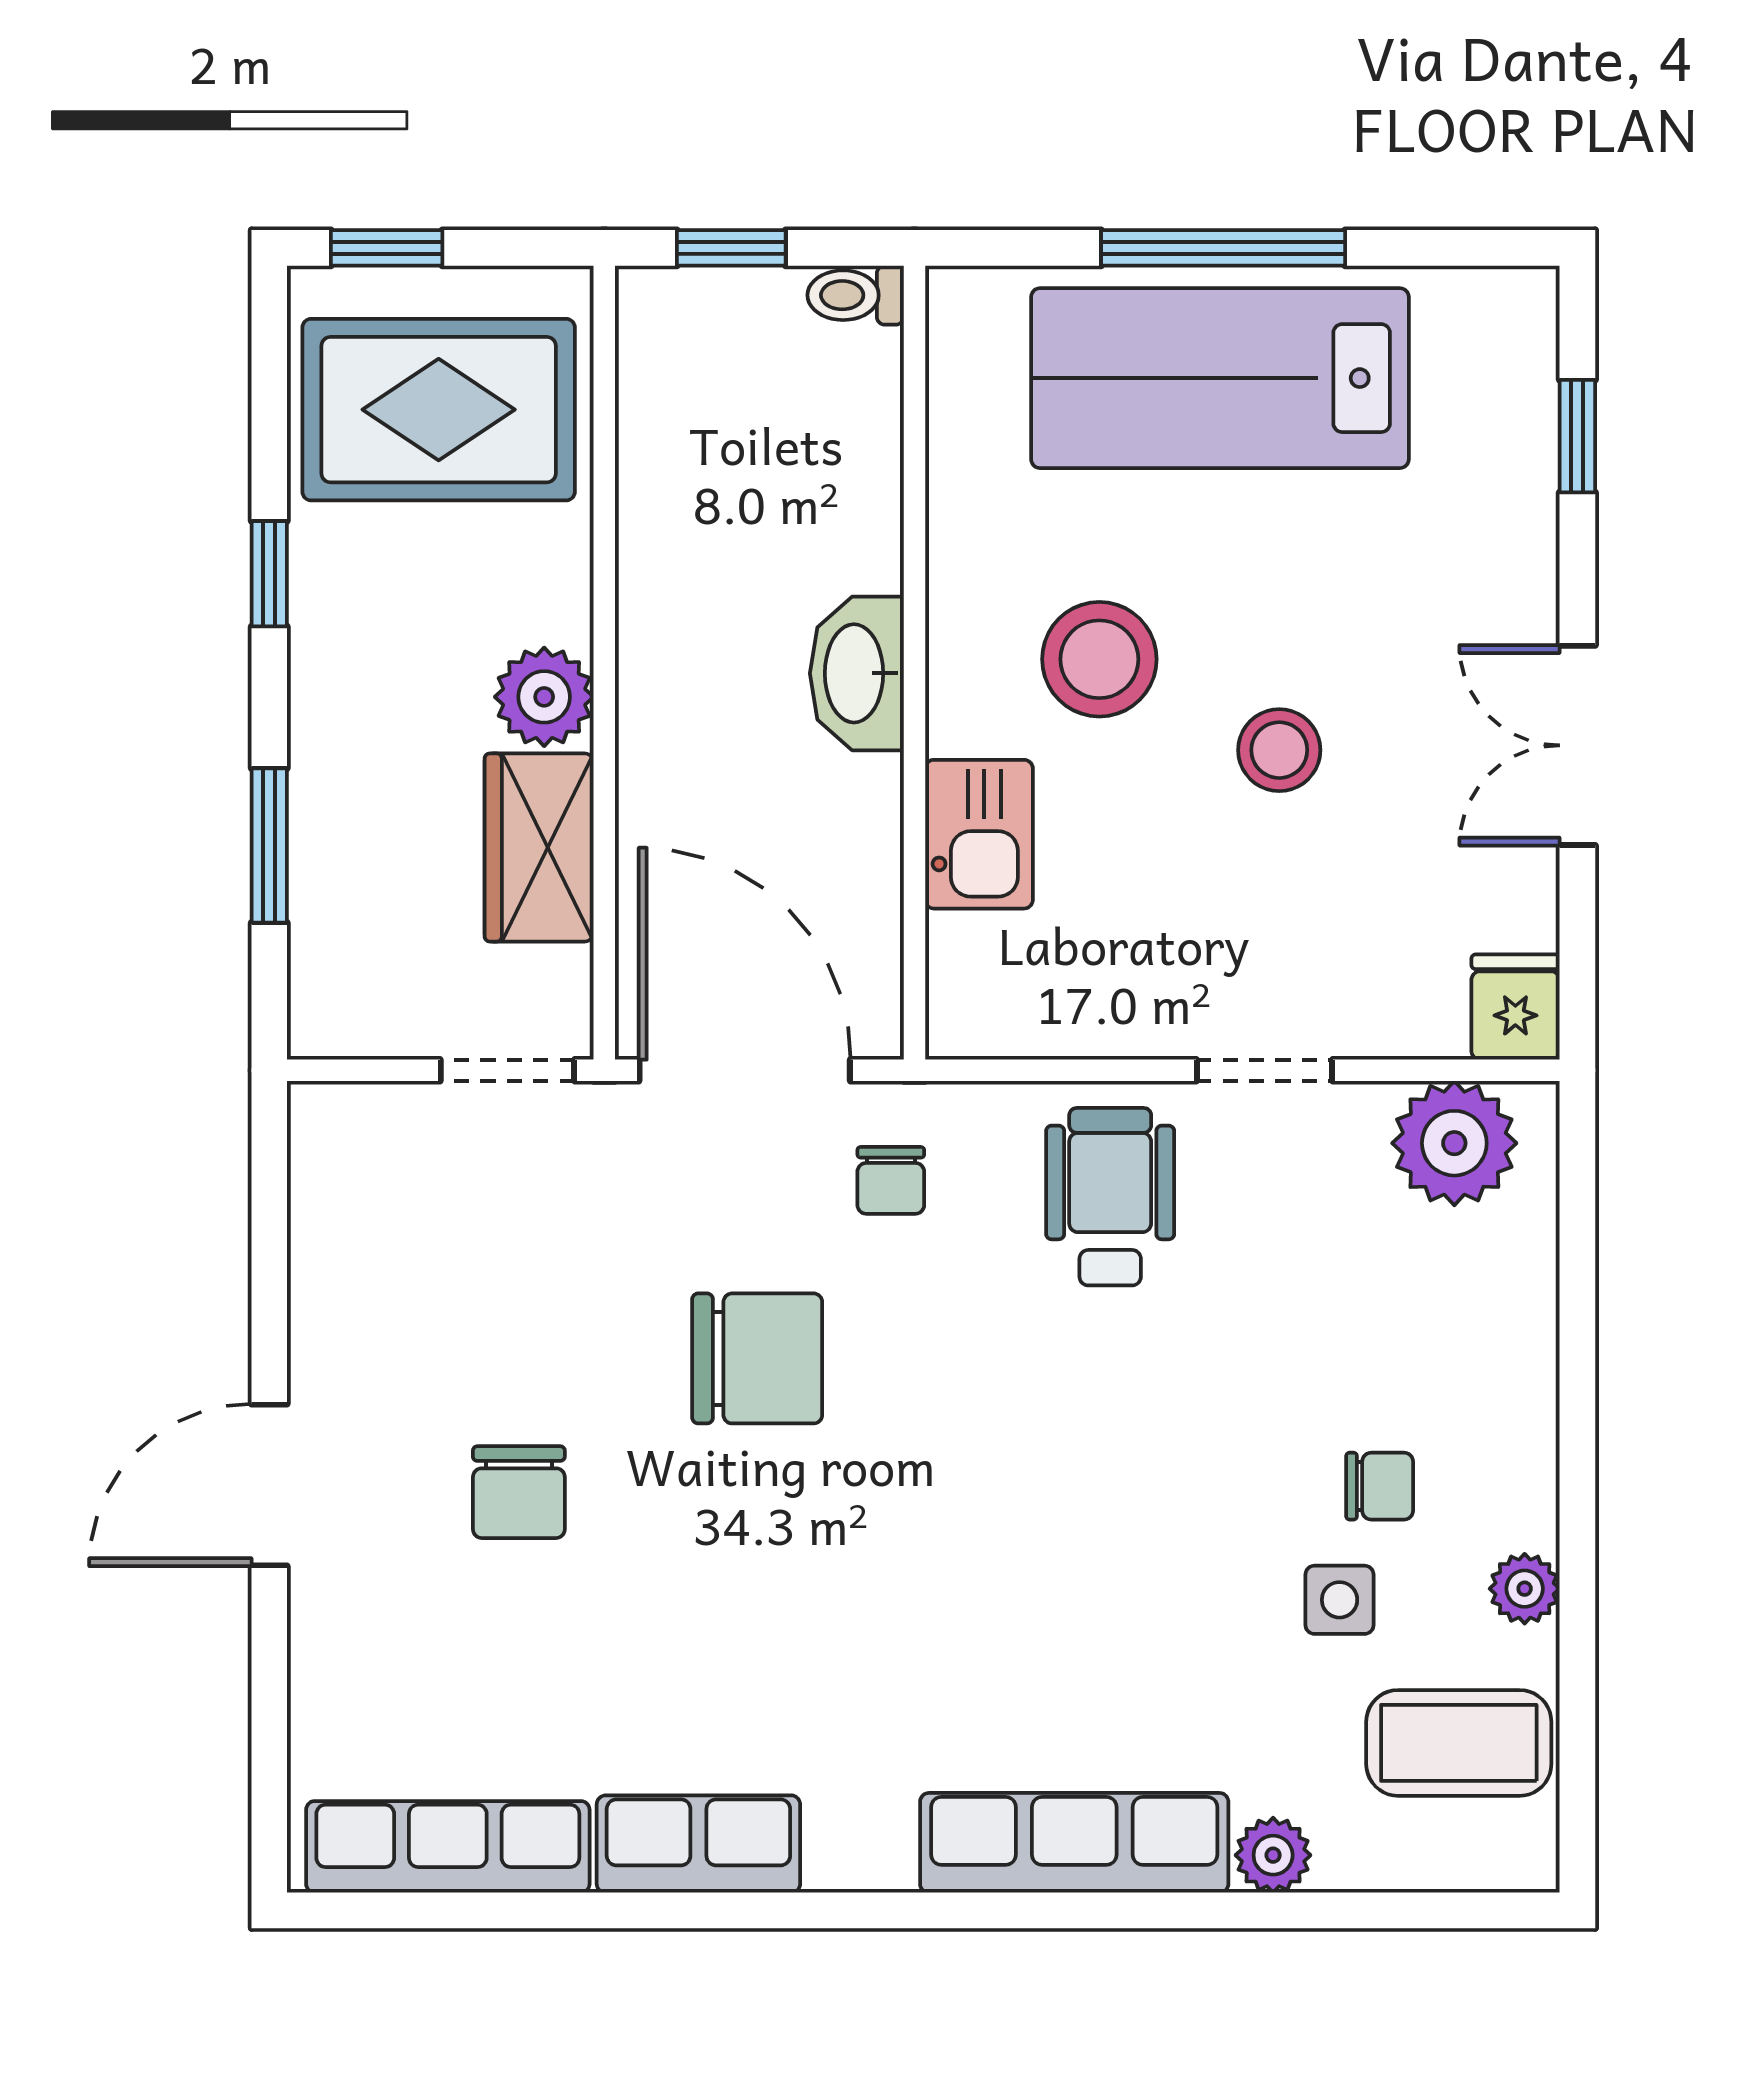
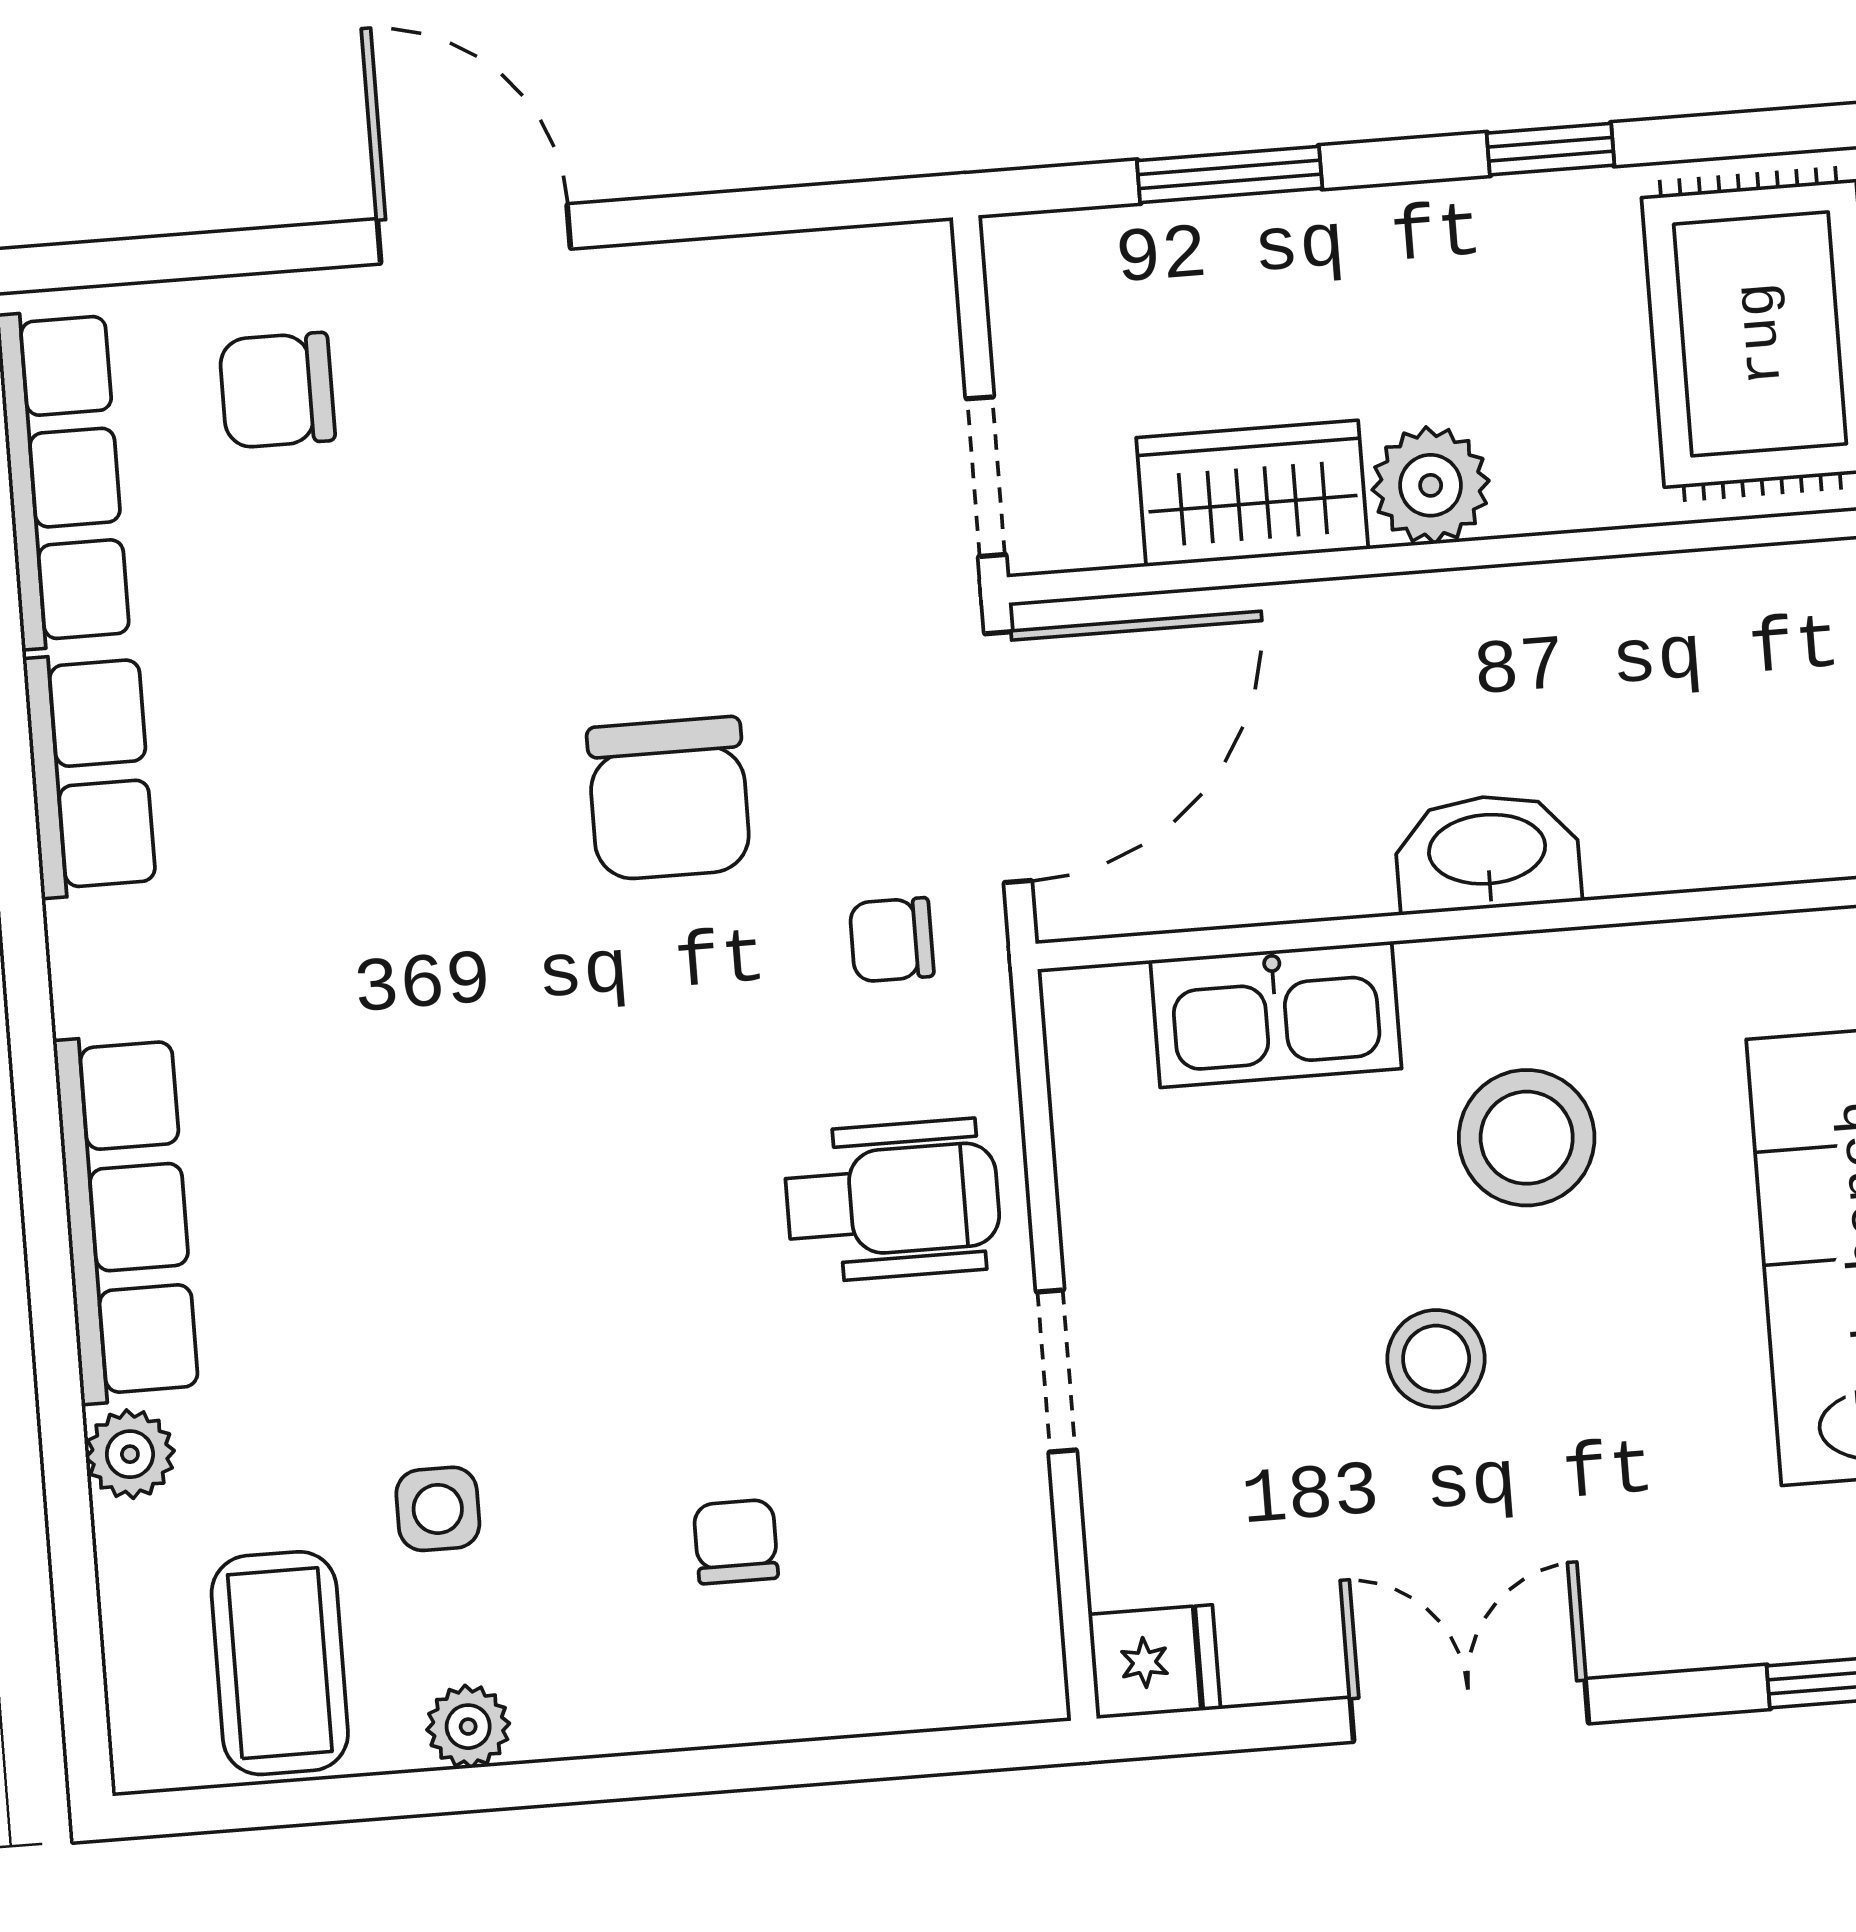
kitchen sink: (979, 834) -> (1276, 1014), width x1.38
plant: (1454, 1143) -> (988, 1602), removed
chair: (1380, 1486) -> (736, 1542), moved, turned 180
chair: (519, 1492) -> (277, 390), moved

